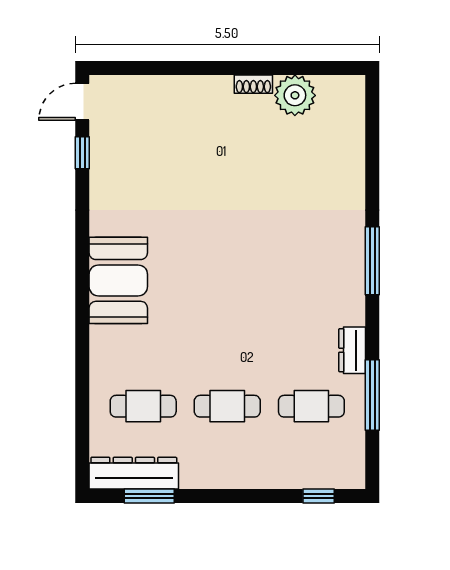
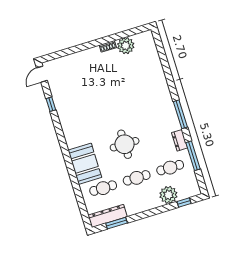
window: (82, 153) -> (51, 104), moved
window: (372, 261) -> (180, 114), moved
booth: (118, 280) -> (85, 164), moved
round table: (223, 321) -> (125, 144), added
plant: (288, 468) -> (168, 195), added

